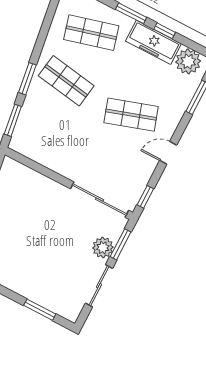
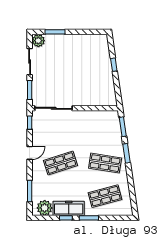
plant: (103, 248) -> (38, 41), moved

